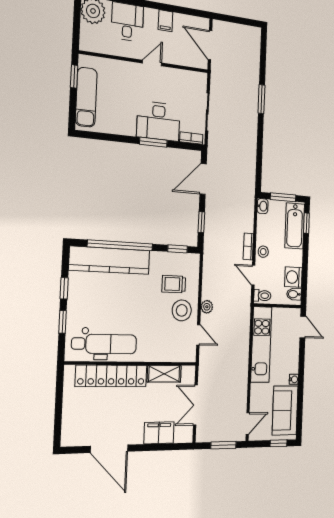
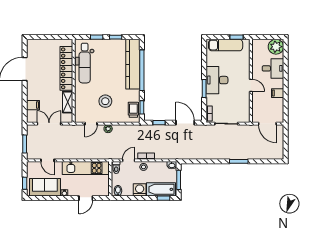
door: (210, 45) -> (267, 124), swing flipped
desk: (158, 121) -> (217, 80), moved
washing machine: (293, 277) -> (140, 190), moved
trolley: (174, 284) -> (133, 110), moved
stool: (182, 310) -> (105, 101), moved
door: (303, 327) -> (86, 198), moved
door: (248, 424) -> (47, 160), moved
filing cabinet: (159, 433) -> (33, 105), width x0.50

